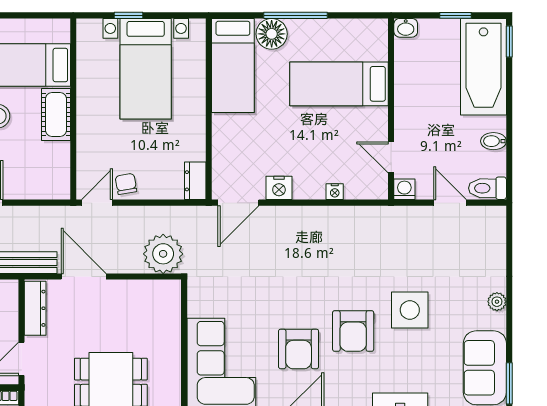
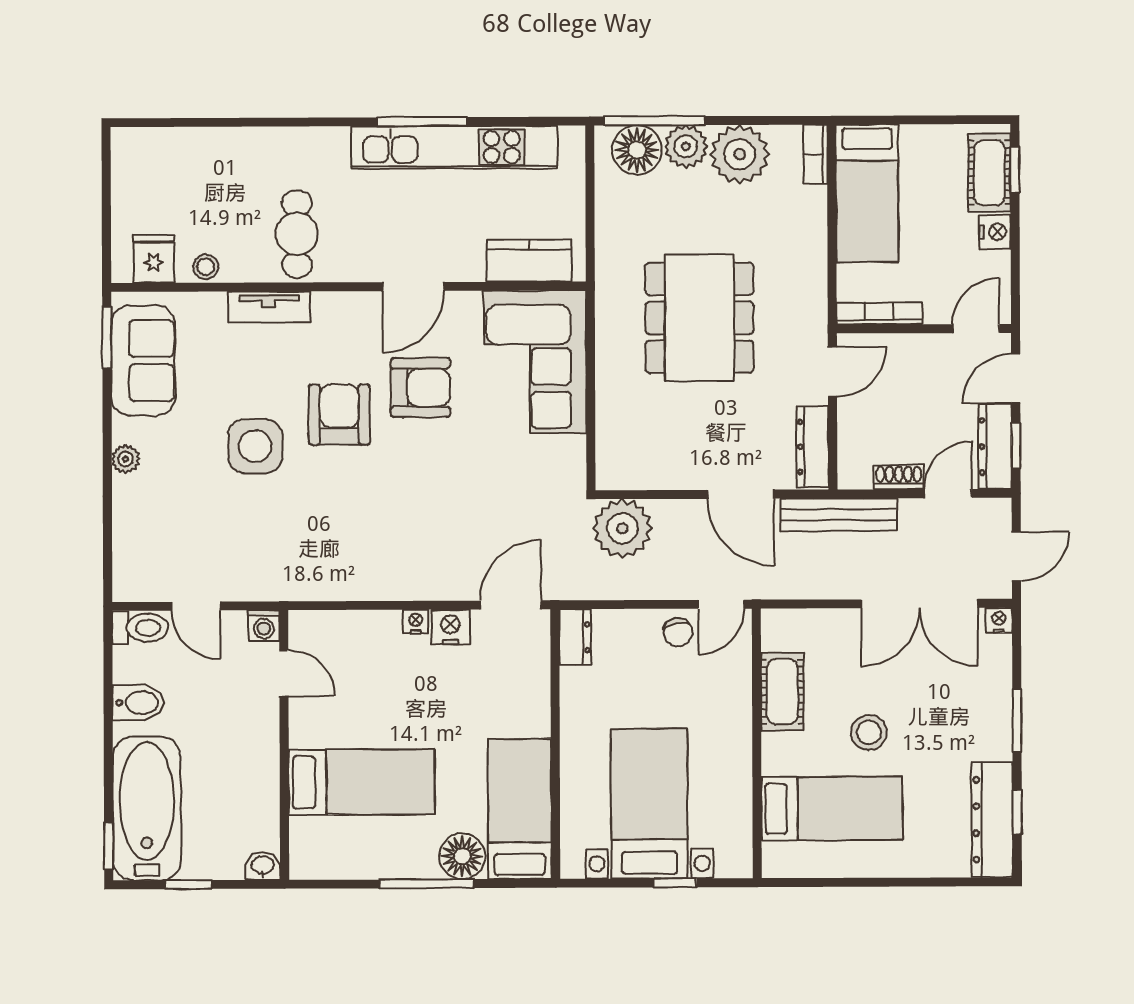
cot: (56, 115) -> (782, 692), moved
bidet: (493, 141) -> (138, 703), width x1.38, depth x1.36
nightstand: (335, 192) -> (416, 622), moved
armchair: (299, 349) -> (420, 388), turned 90

